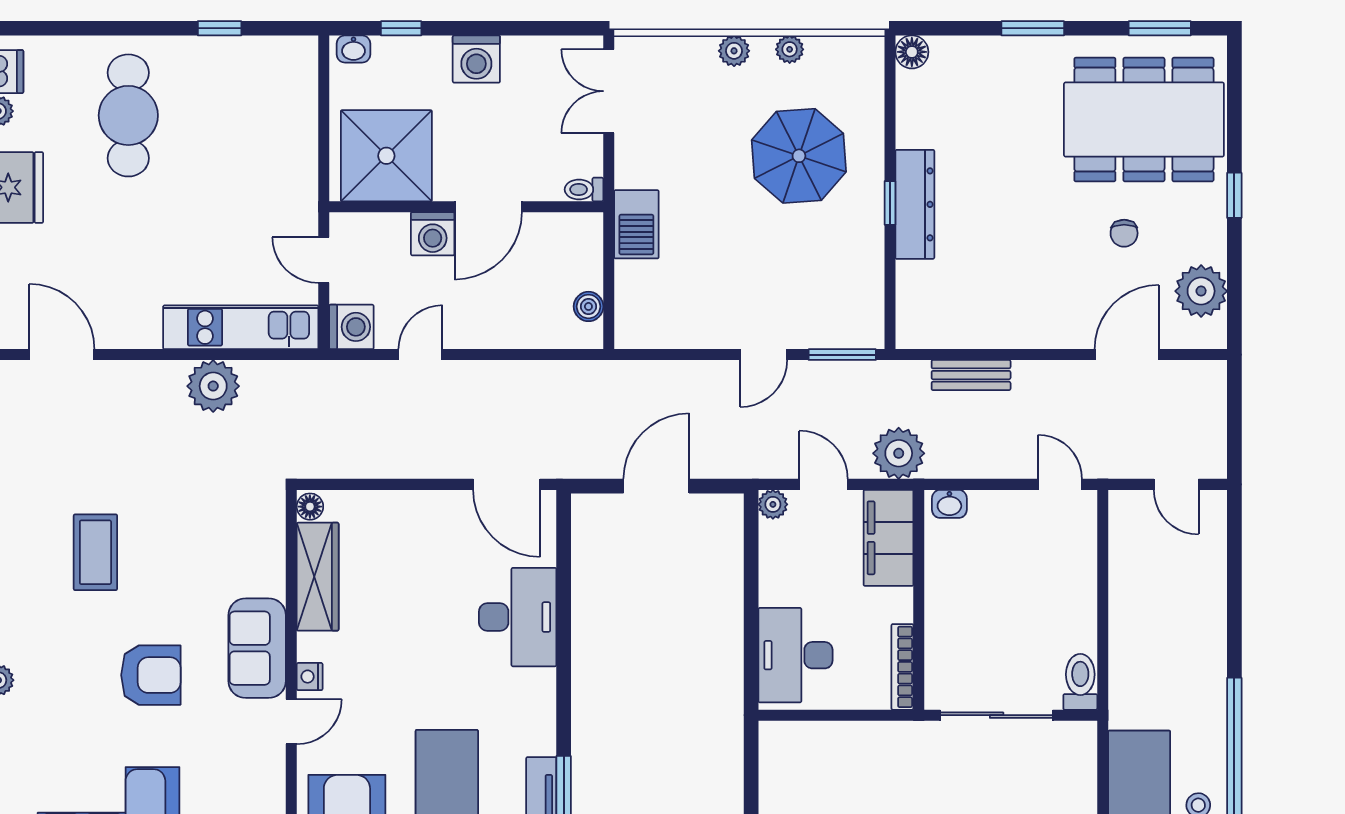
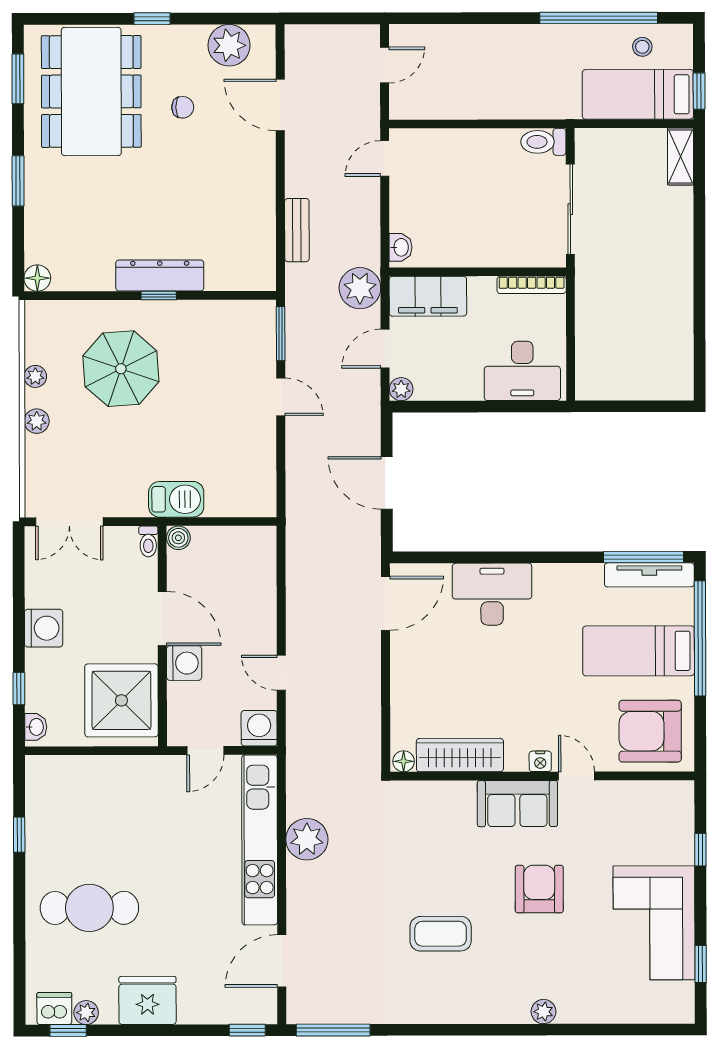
boiler: (588, 306) -> (178, 538), moved
kitchen unit: (241, 327) -> (260, 840), width x1.36

